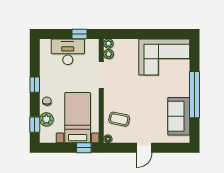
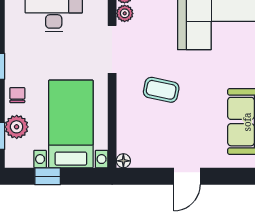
coffee table: (119, 119) -> (161, 90), moved
window: (84, 148) -> (48, 176), moved

